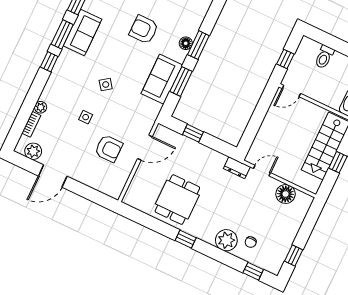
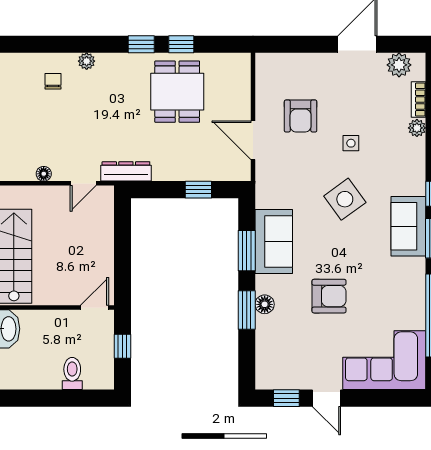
sofa: (82, 33) -> (408, 226), moved
side table: (106, 85) -> (345, 199), width x1.87, depth x1.87
door: (145, 148) -> (253, 140), hinge flipped
armchair: (109, 149) -> (301, 116), turned -90
dresser: (237, 168) -> (126, 171), width x1.44
floor lamp: (286, 194) -> (44, 174), width x0.53, depth x0.53
plant: (226, 240) -> (87, 61), width x0.53, depth x0.53
window: (253, 271) -> (181, 44), moved

